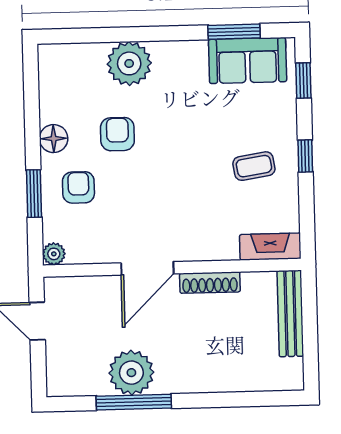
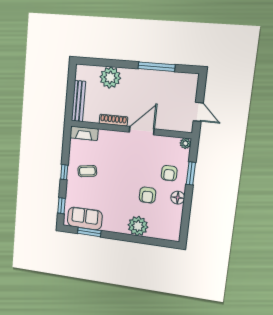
plant: (131, 373) -> (110, 77), moved

